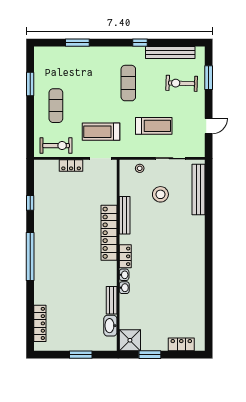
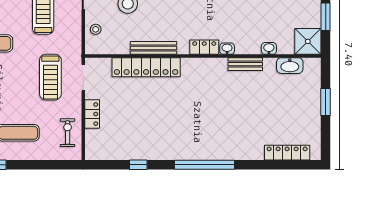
exercise bike: (56, 146) -> (68, 133), width x0.73, depth x0.72
locker: (109, 233) -> (146, 67), moved
washbasin: (124, 288) -> (269, 48), moved
bench: (112, 300) -> (245, 64), moved

